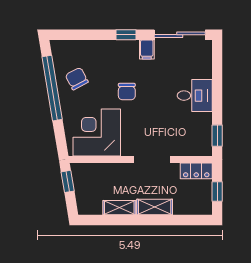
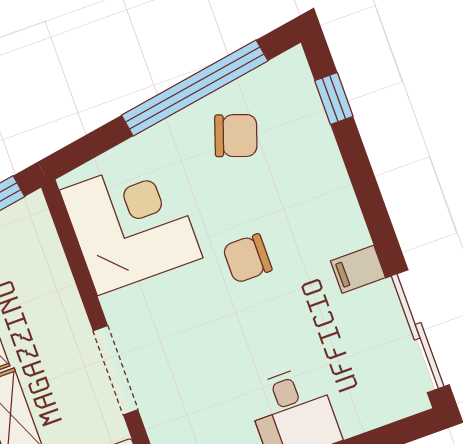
window: (126, 35) -> (334, 99), moved
chair: (77, 79) -> (236, 136), turned 47

